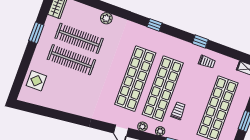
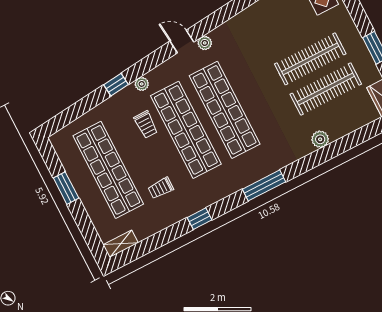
window: (155, 25) -> (264, 185), width x2.17
trolley: (207, 62) -> (161, 188), moved
plant: (142, 127) -> (205, 43), moved

